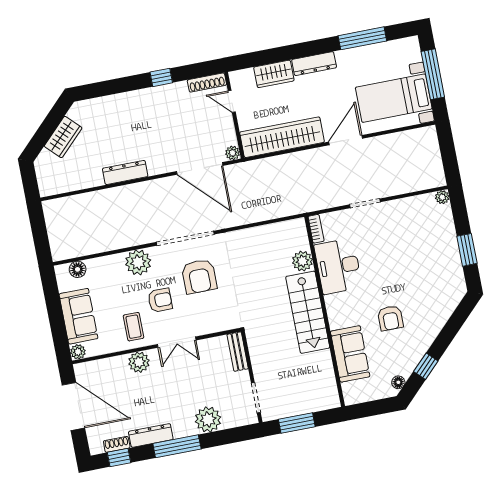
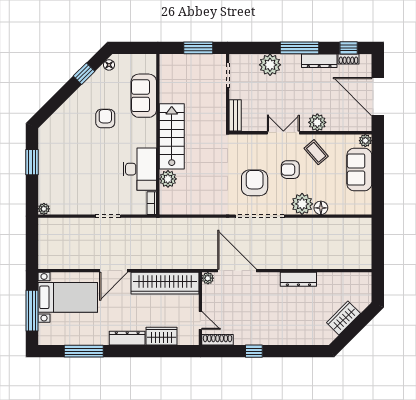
floor lamp: (78, 269) -> (321, 208), moved
coffee table: (134, 327) -> (316, 152), turned -41

